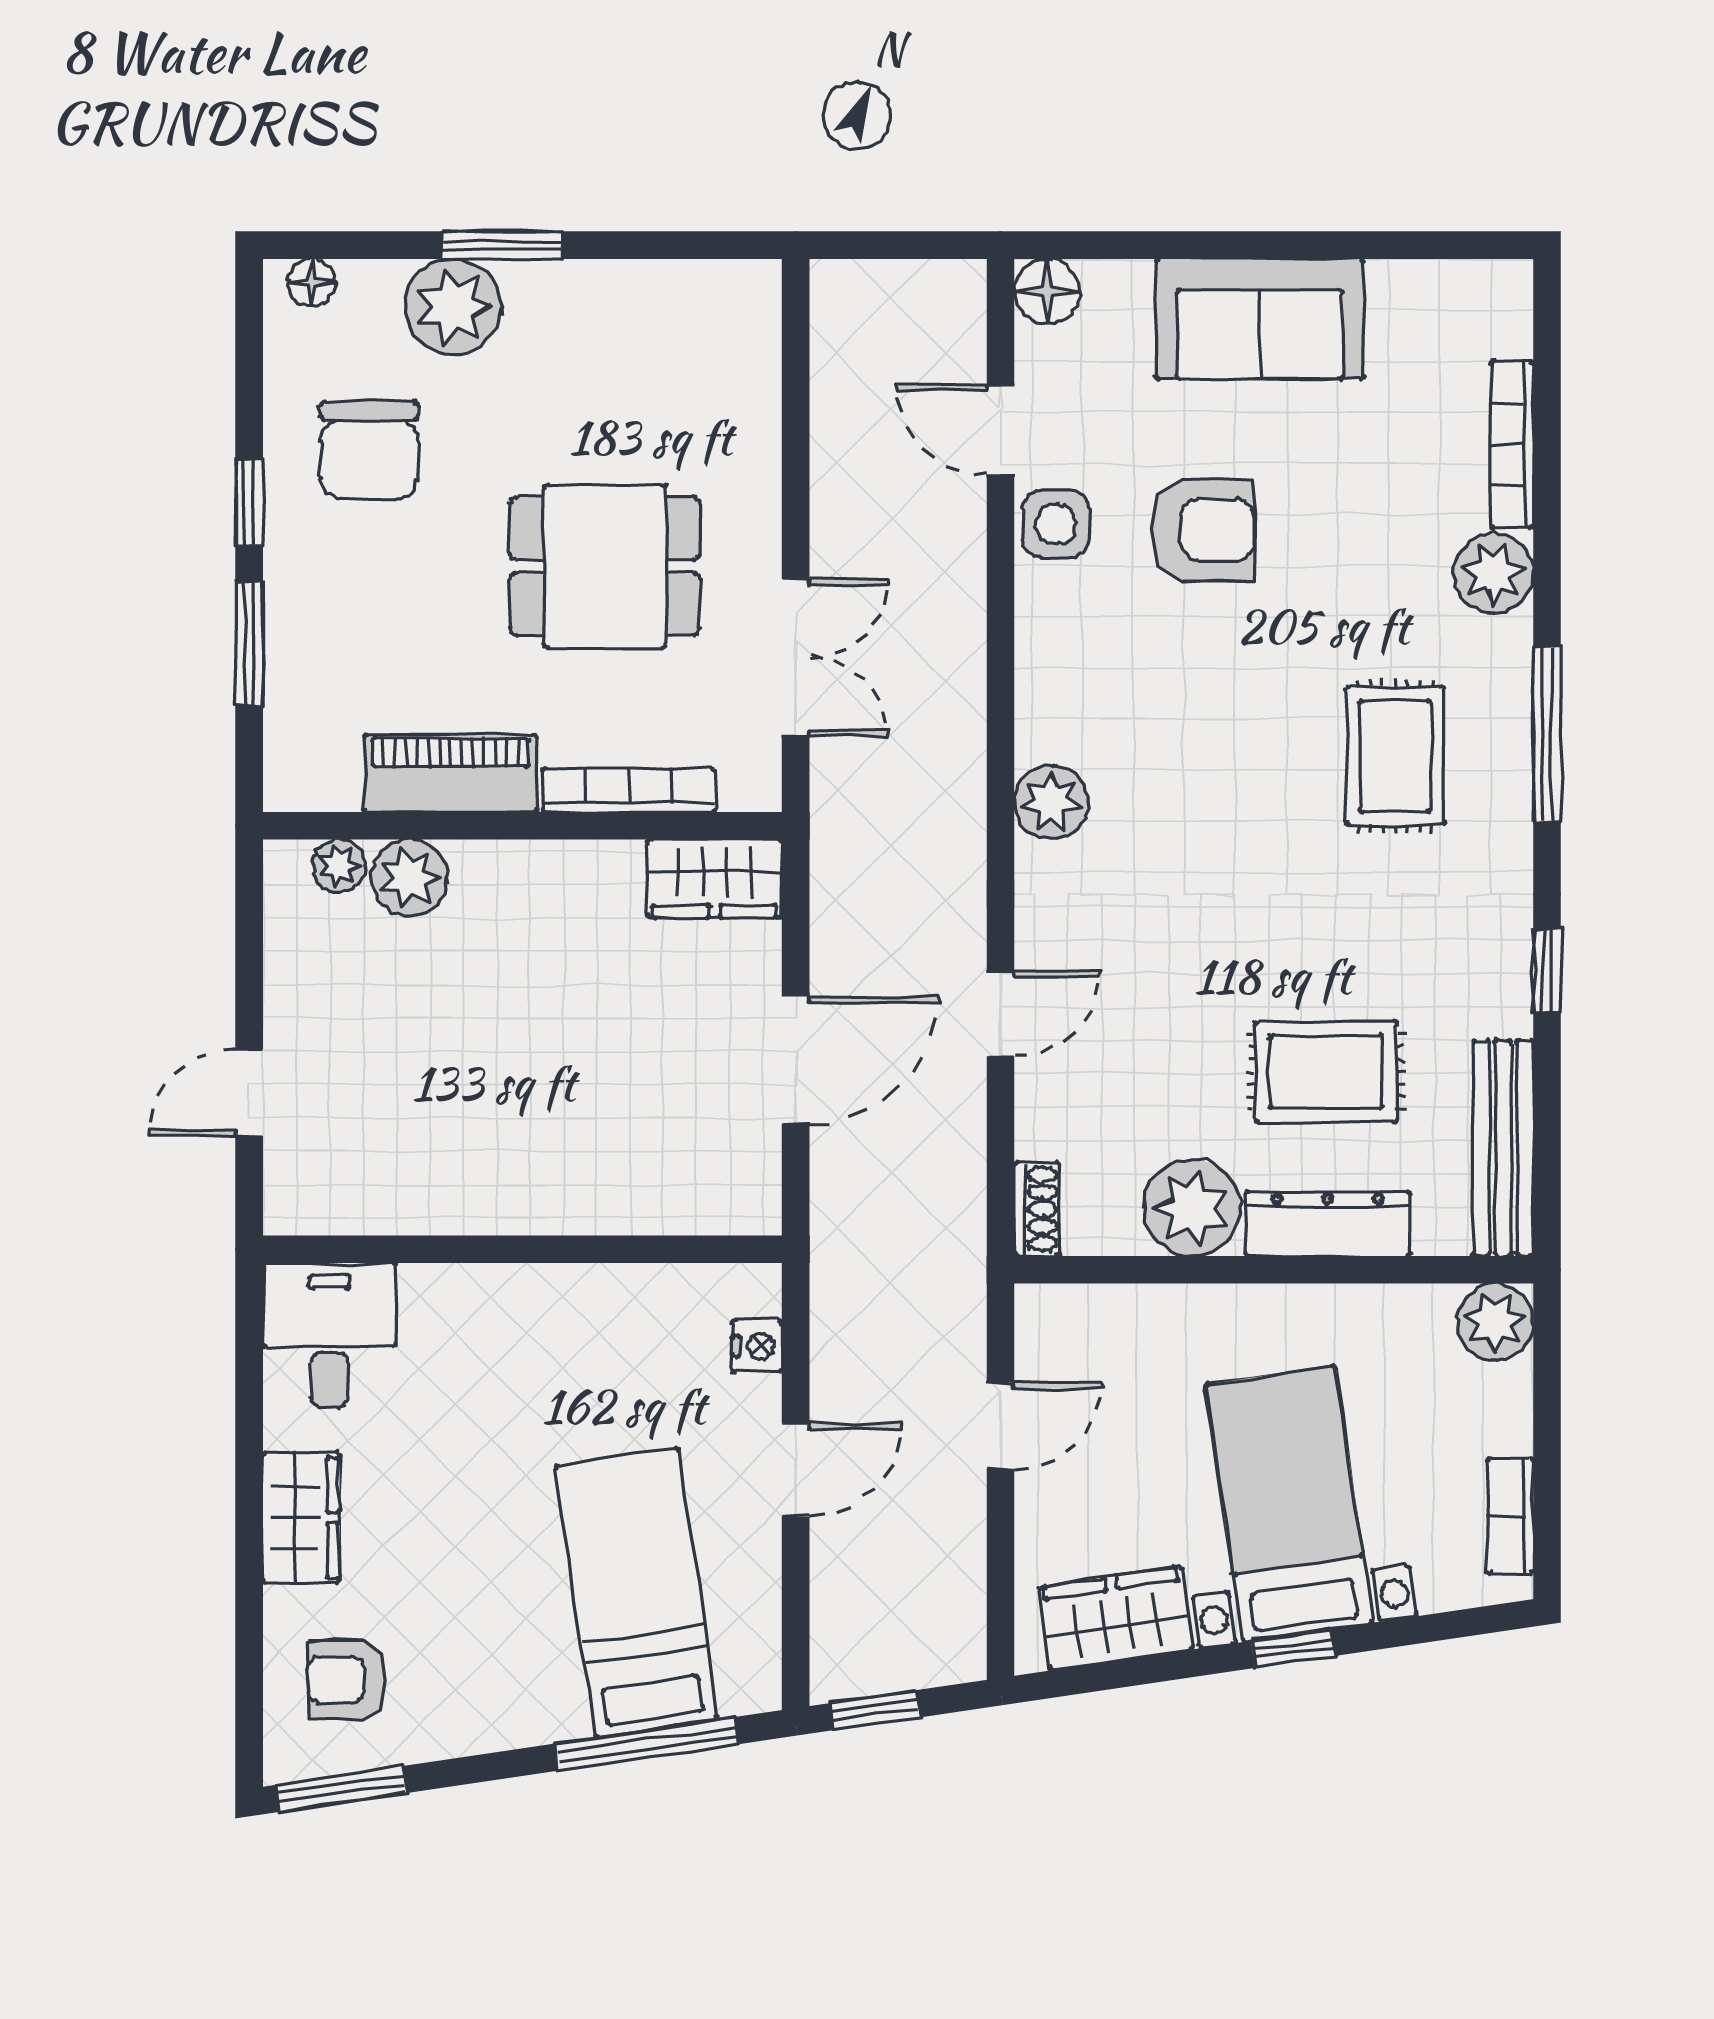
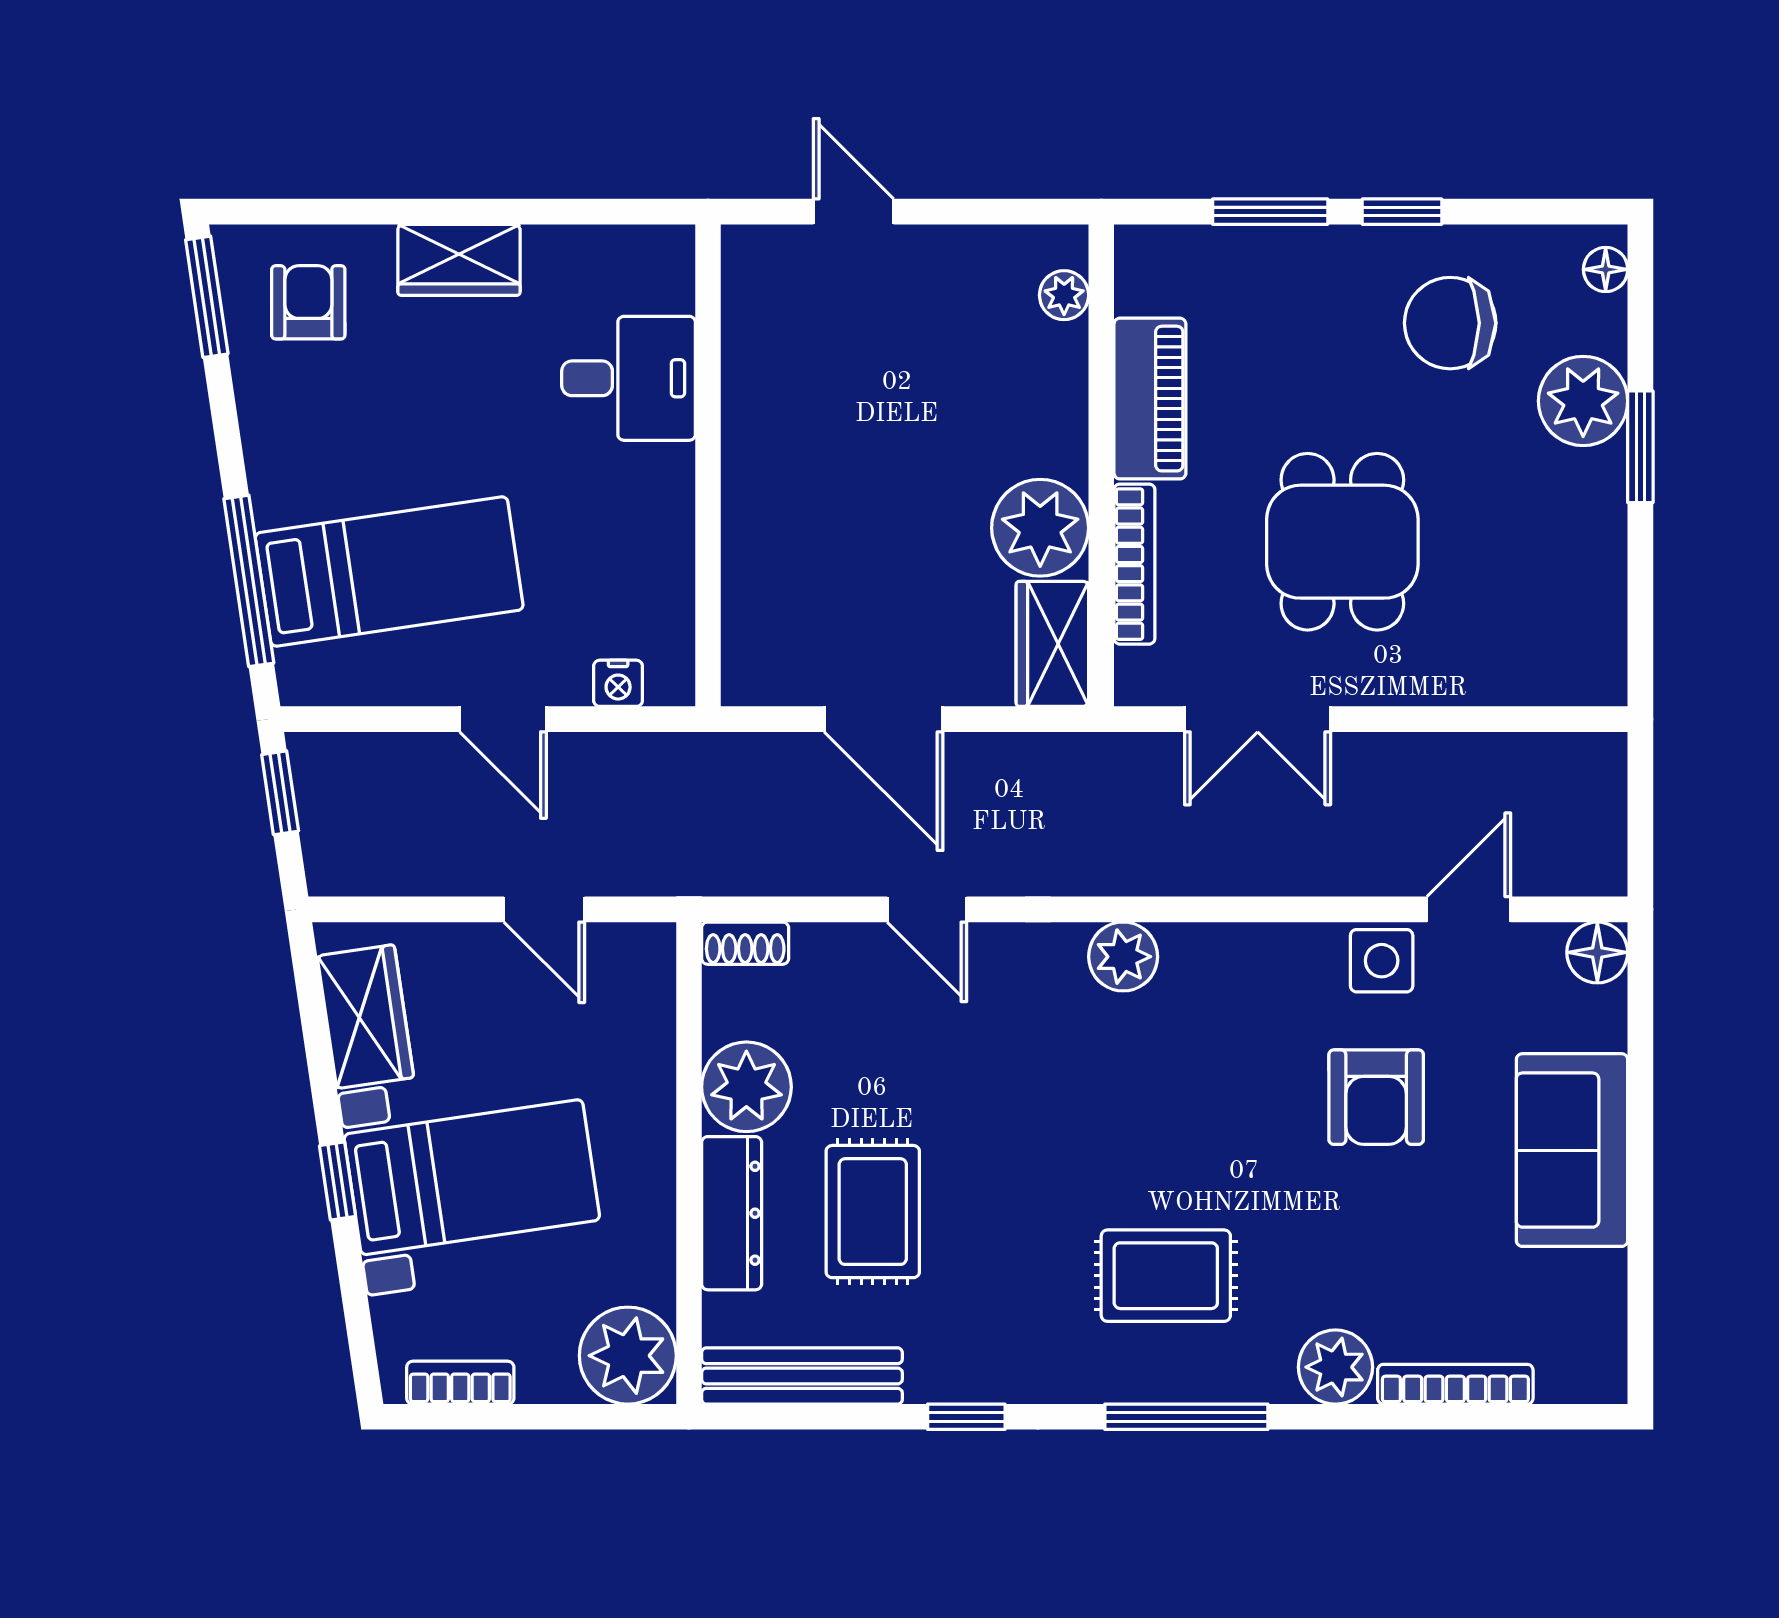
plant: (409, 878) -> (1040, 528), moved, width x1.36, depth x1.36
plant: (1495, 1322) -> (628, 1356), width x1.36, depth x1.36
desk: (330, 1335) -> (629, 378), moved

